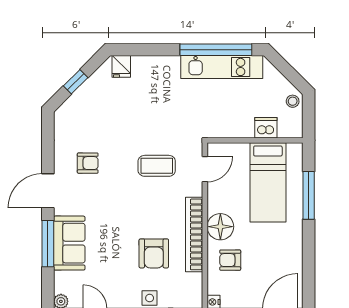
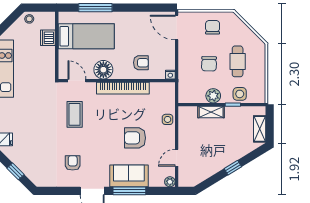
floor lamp: (220, 227) -> (103, 70), moved
armchair: (154, 253) -> (135, 138), moved, turned 180
armchair: (230, 260) -> (141, 63), turned -90

